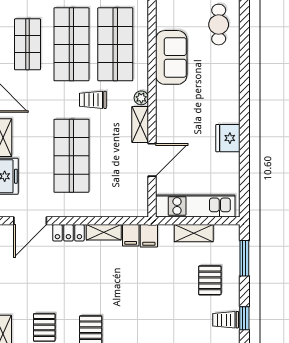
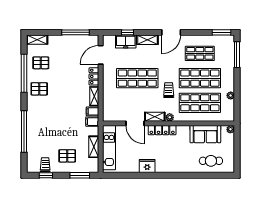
sofa: (171, 57) -> (205, 134), moved
locker: (164, 111) -> (162, 130), added
door: (30, 221) -> (101, 55), hinge flipped

